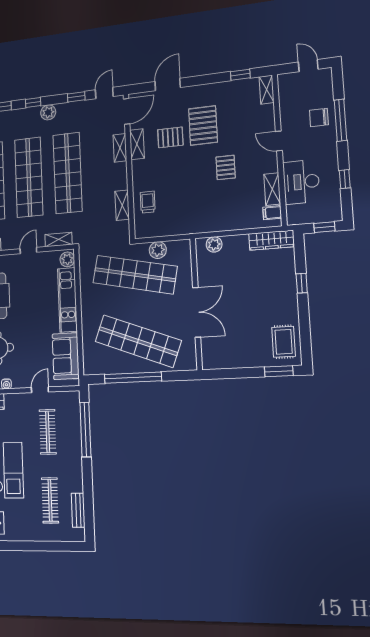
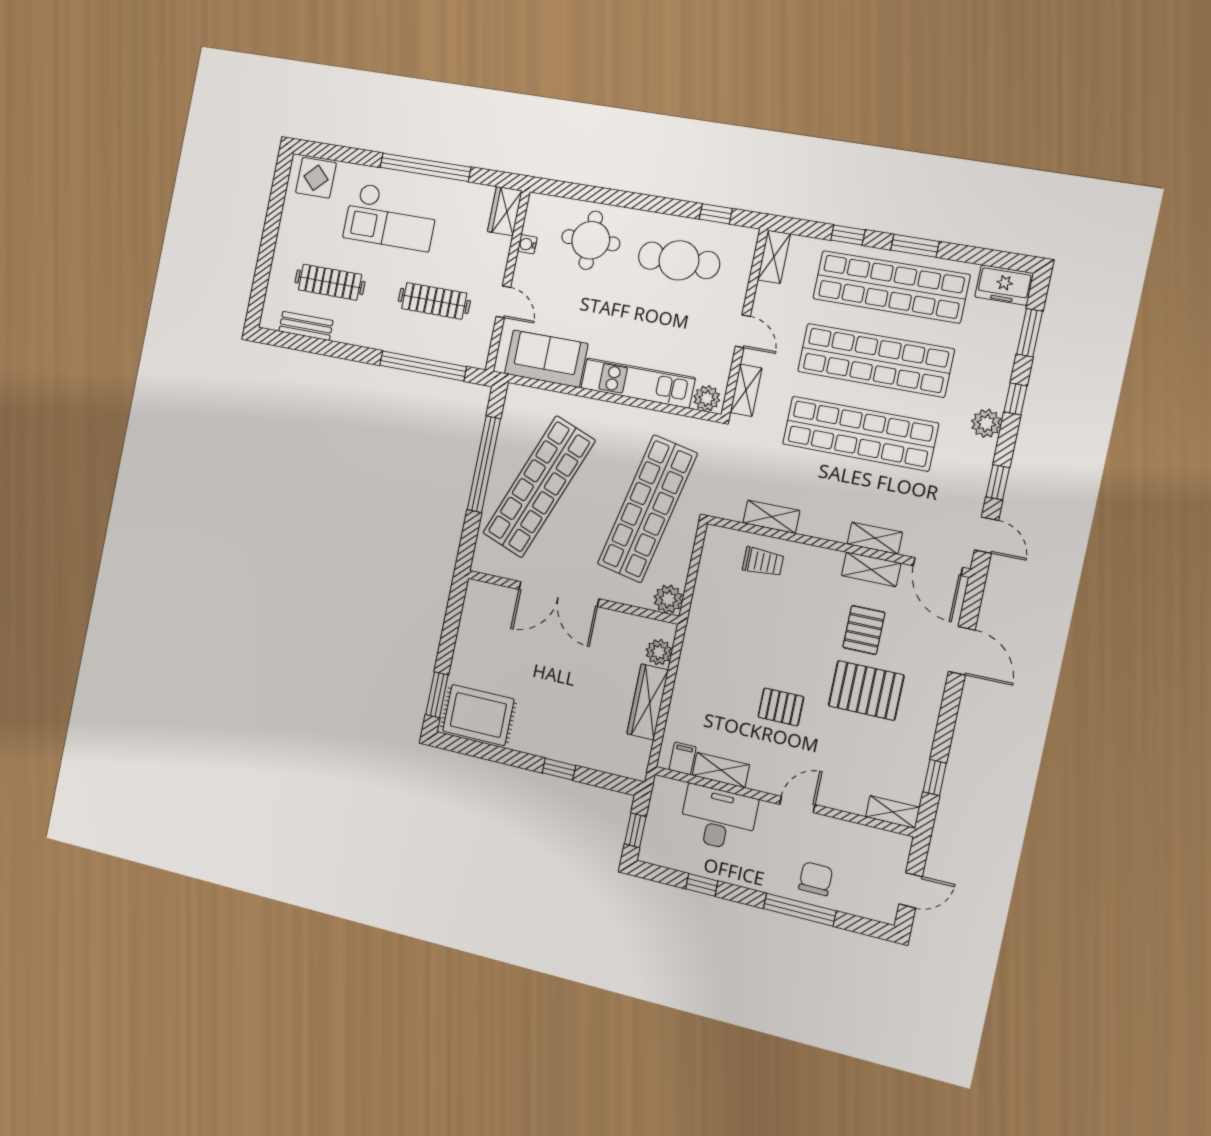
wardrobe: (271, 240) -> (648, 702), moved
plant: (158, 250) -> (668, 599), moved
rug: (284, 342) -> (478, 715), width x1.36, depth x1.43

